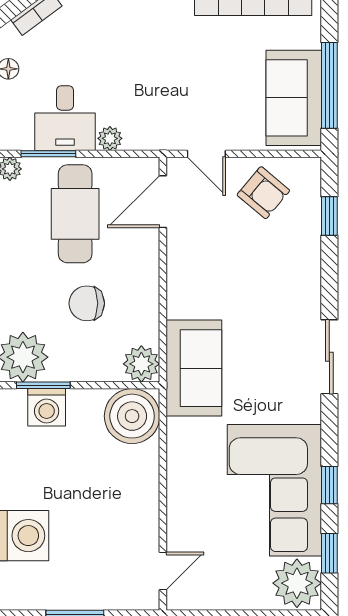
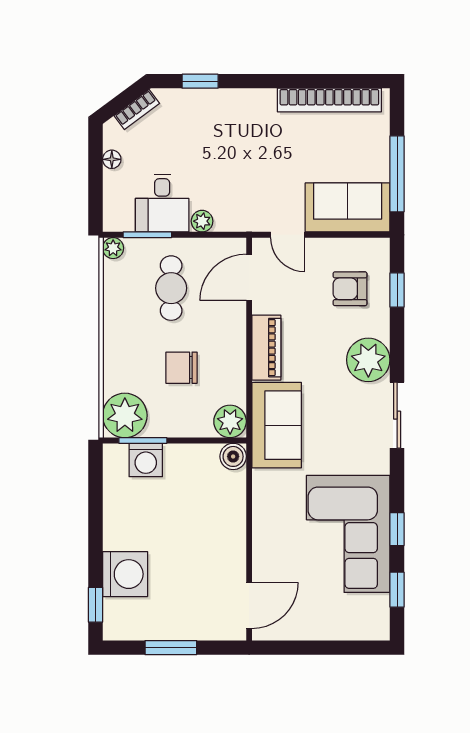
sofa: (294, 98) -> (348, 207), moved, turned 90
armchair: (263, 193) -> (350, 289), moved, turned 140
cafe table: (75, 214) -> (171, 288), width x0.73, depth x0.74
piano: (182, 281) -> (266, 348), added
boiler: (132, 416) -> (233, 456), width x0.54, depth x0.54
door: (163, 571) -> (249, 605), width x1.38
plant: (297, 583) -> (368, 360), moved

